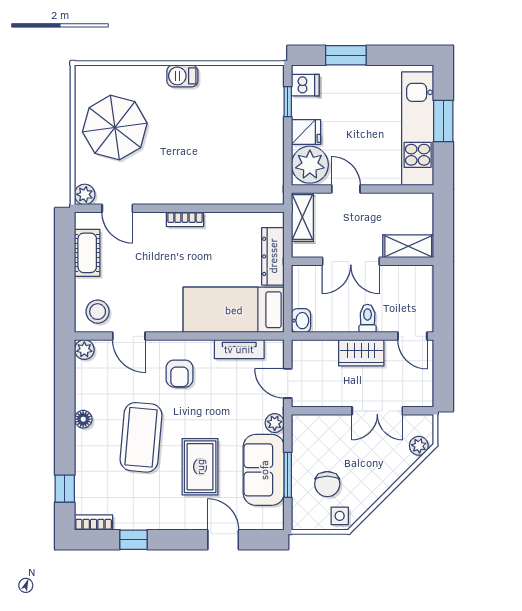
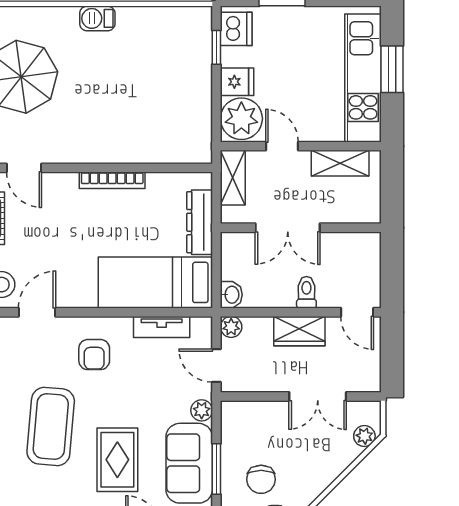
dishwasher: (305, 85) -> (236, 29), width x1.38
bookcase: (185, 219) -> (112, 180), width x1.56
shelving: (408, 246) -> (340, 163), moved
door: (129, 336) -> (37, 312), swing flipped
plant: (301, 349) -> (231, 327), added

